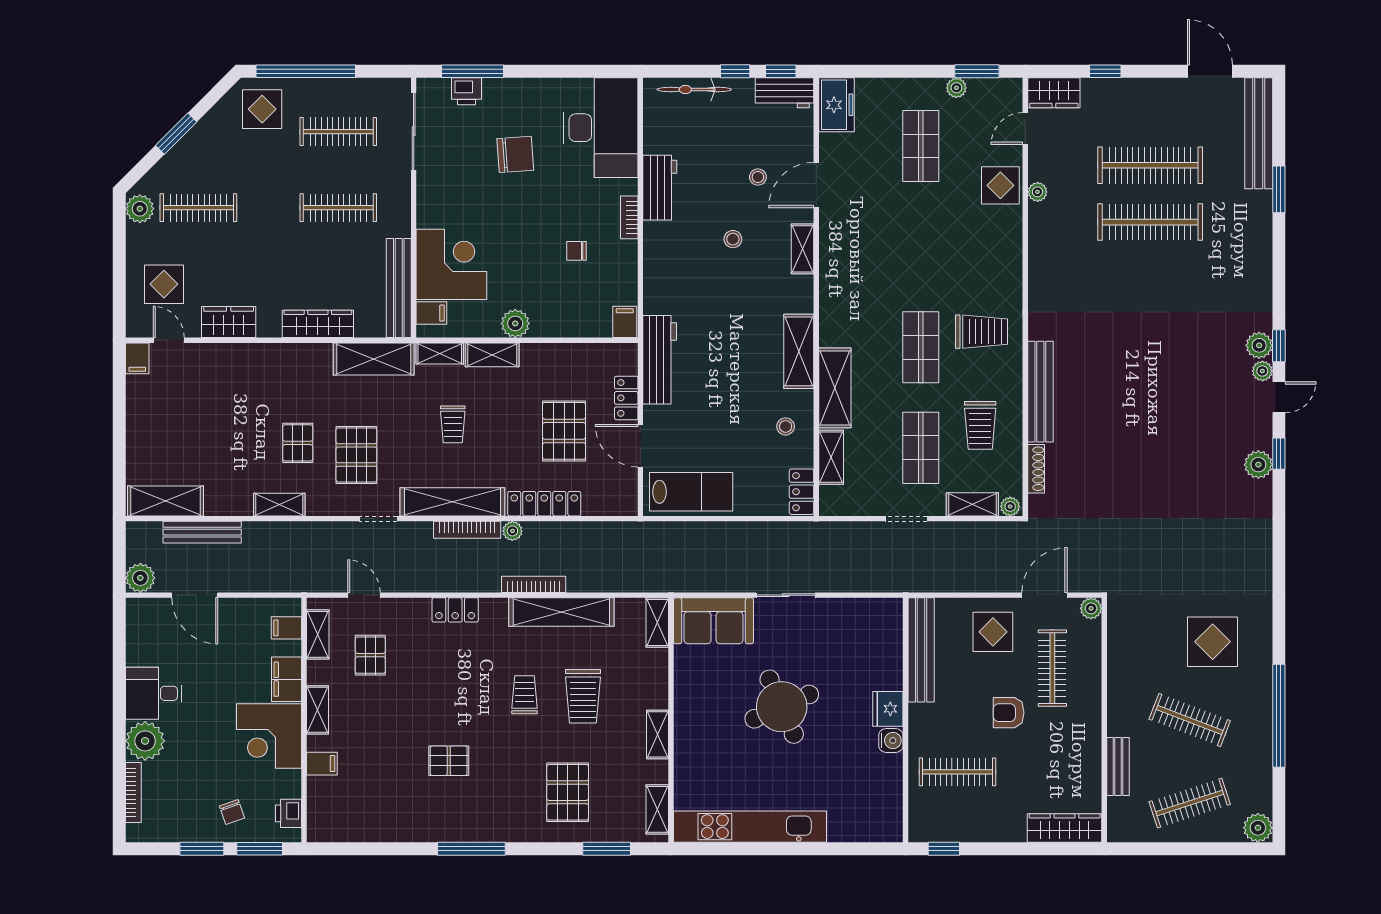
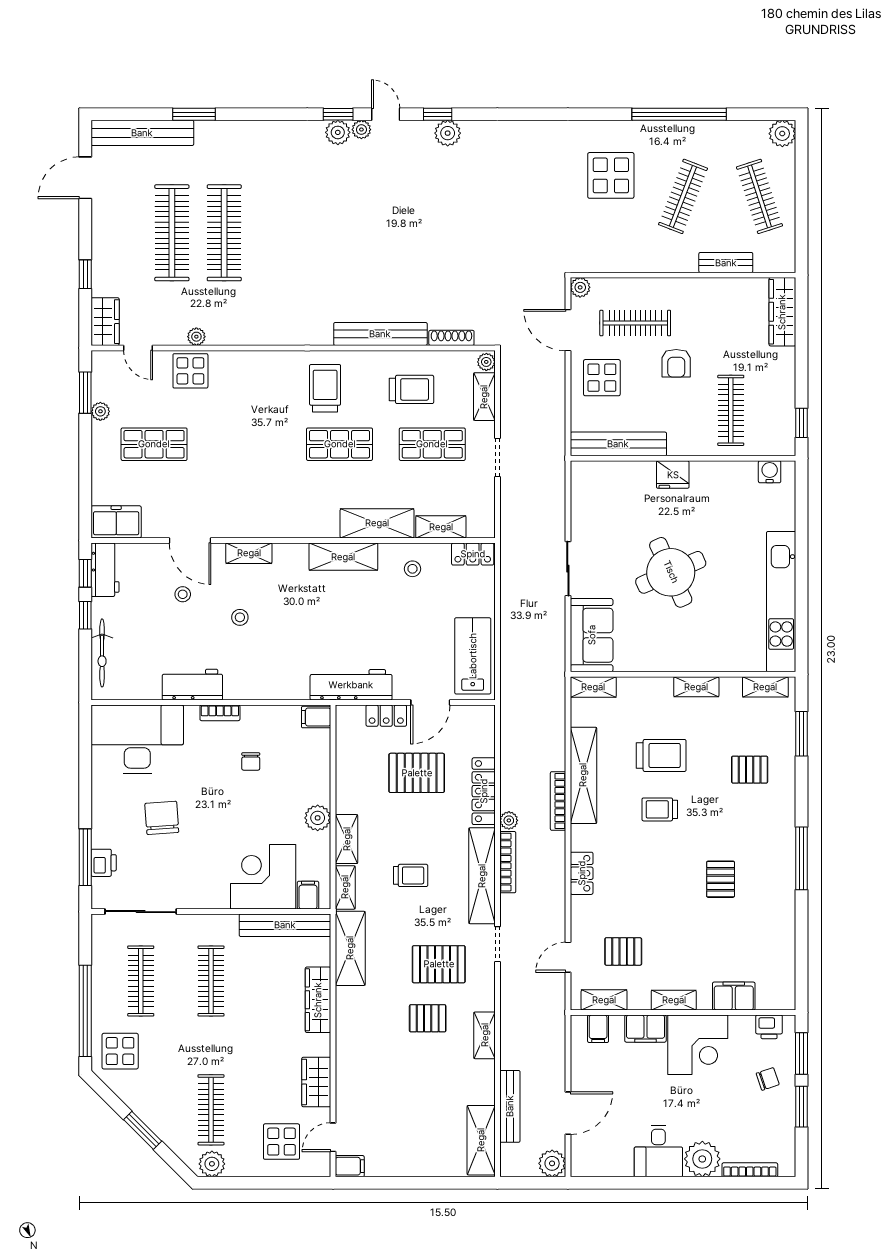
water cooler: (891, 740) -> (770, 472), moved
filing cabinet: (322, 764) -> (734, 996), width x2.00
pallet: (568, 792) -> (750, 770), width x0.67, depth x0.71

